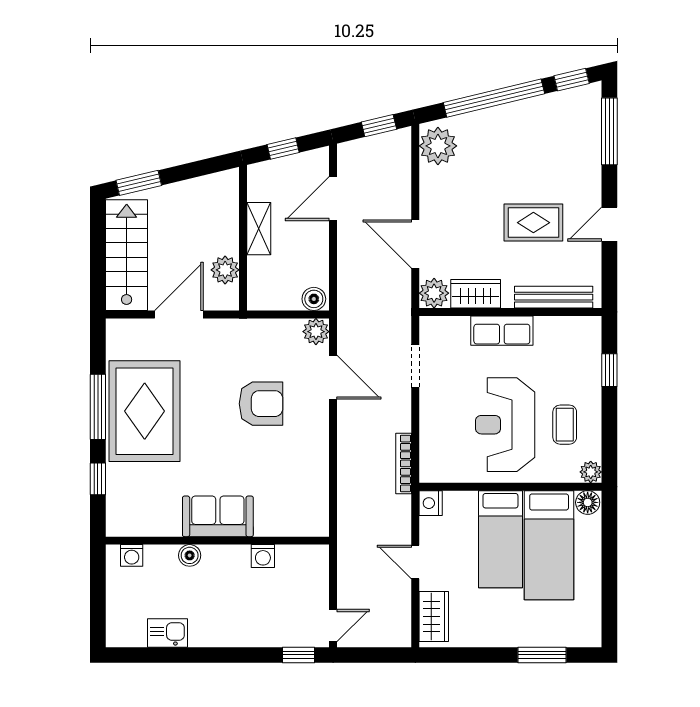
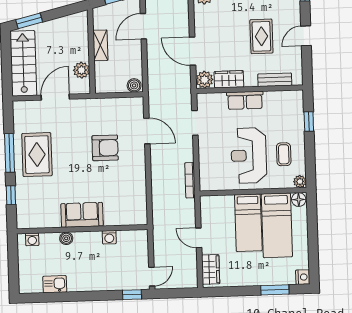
rug: (533, 223) -> (261, 36), turned 90
bench: (554, 297) -> (275, 80), width x0.73
plant: (316, 332) -> (136, 105), removed
rug: (145, 411) -> (37, 155), width x0.73, depth x0.69
nightstand: (431, 503) -> (303, 277), moved, turned 180

